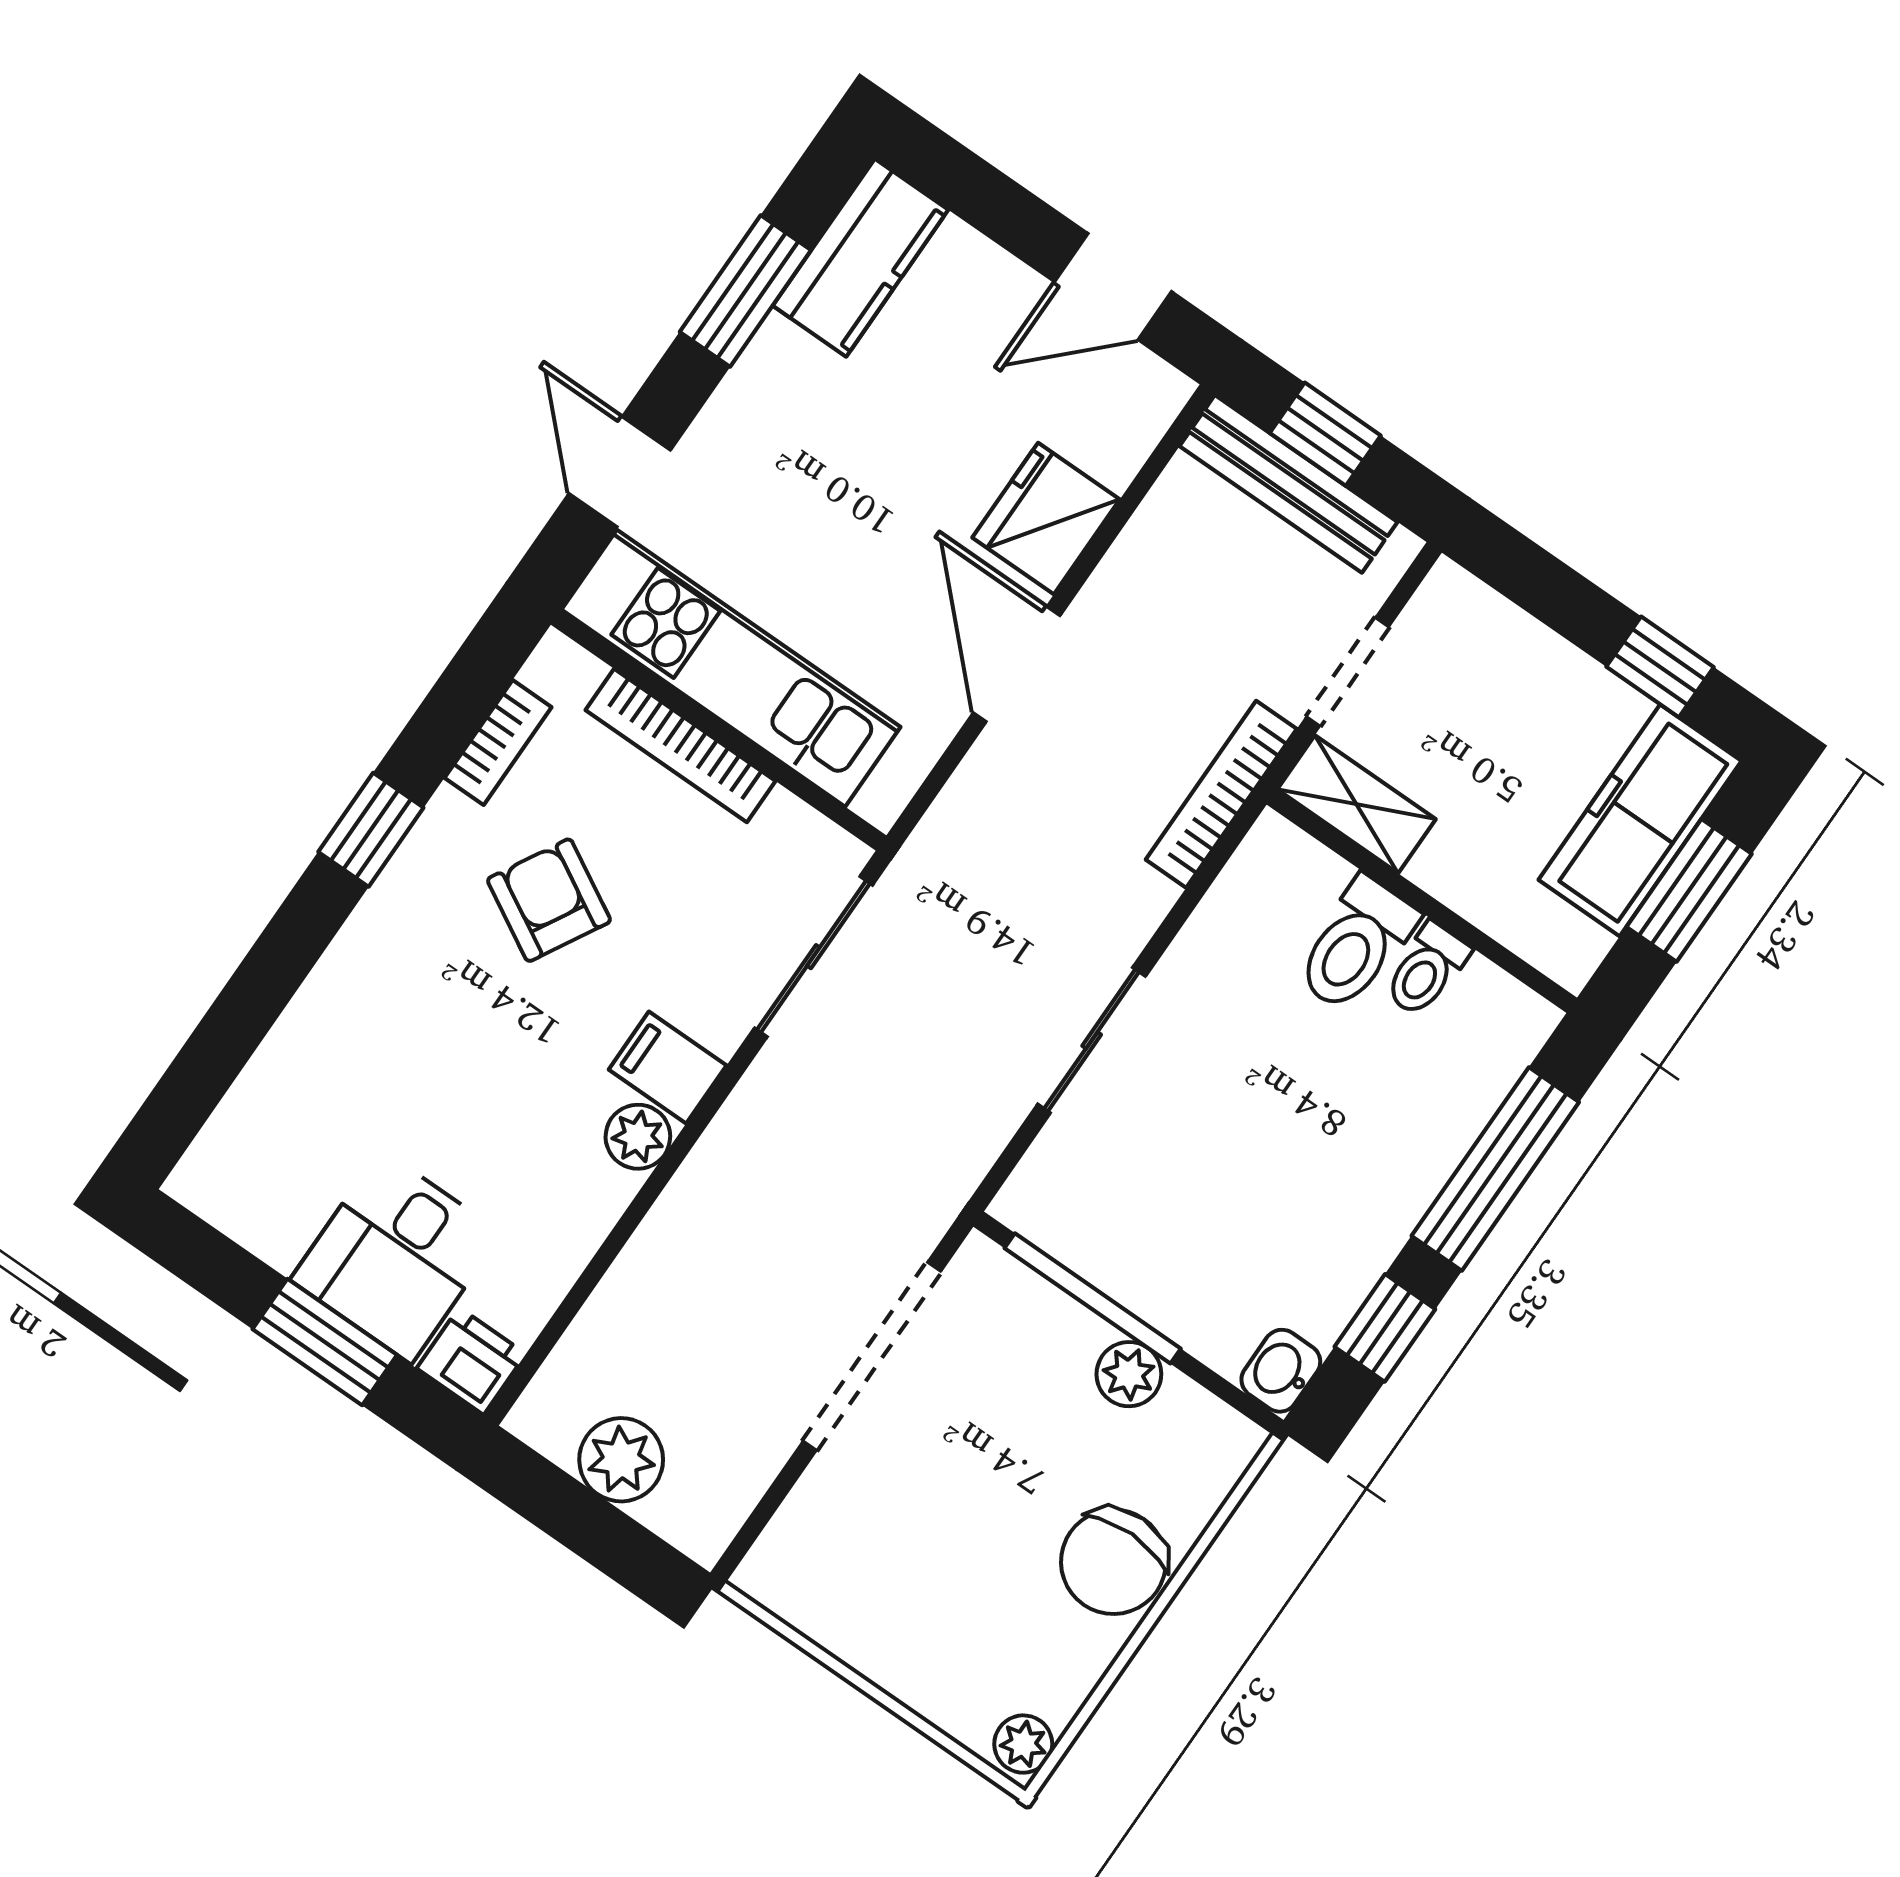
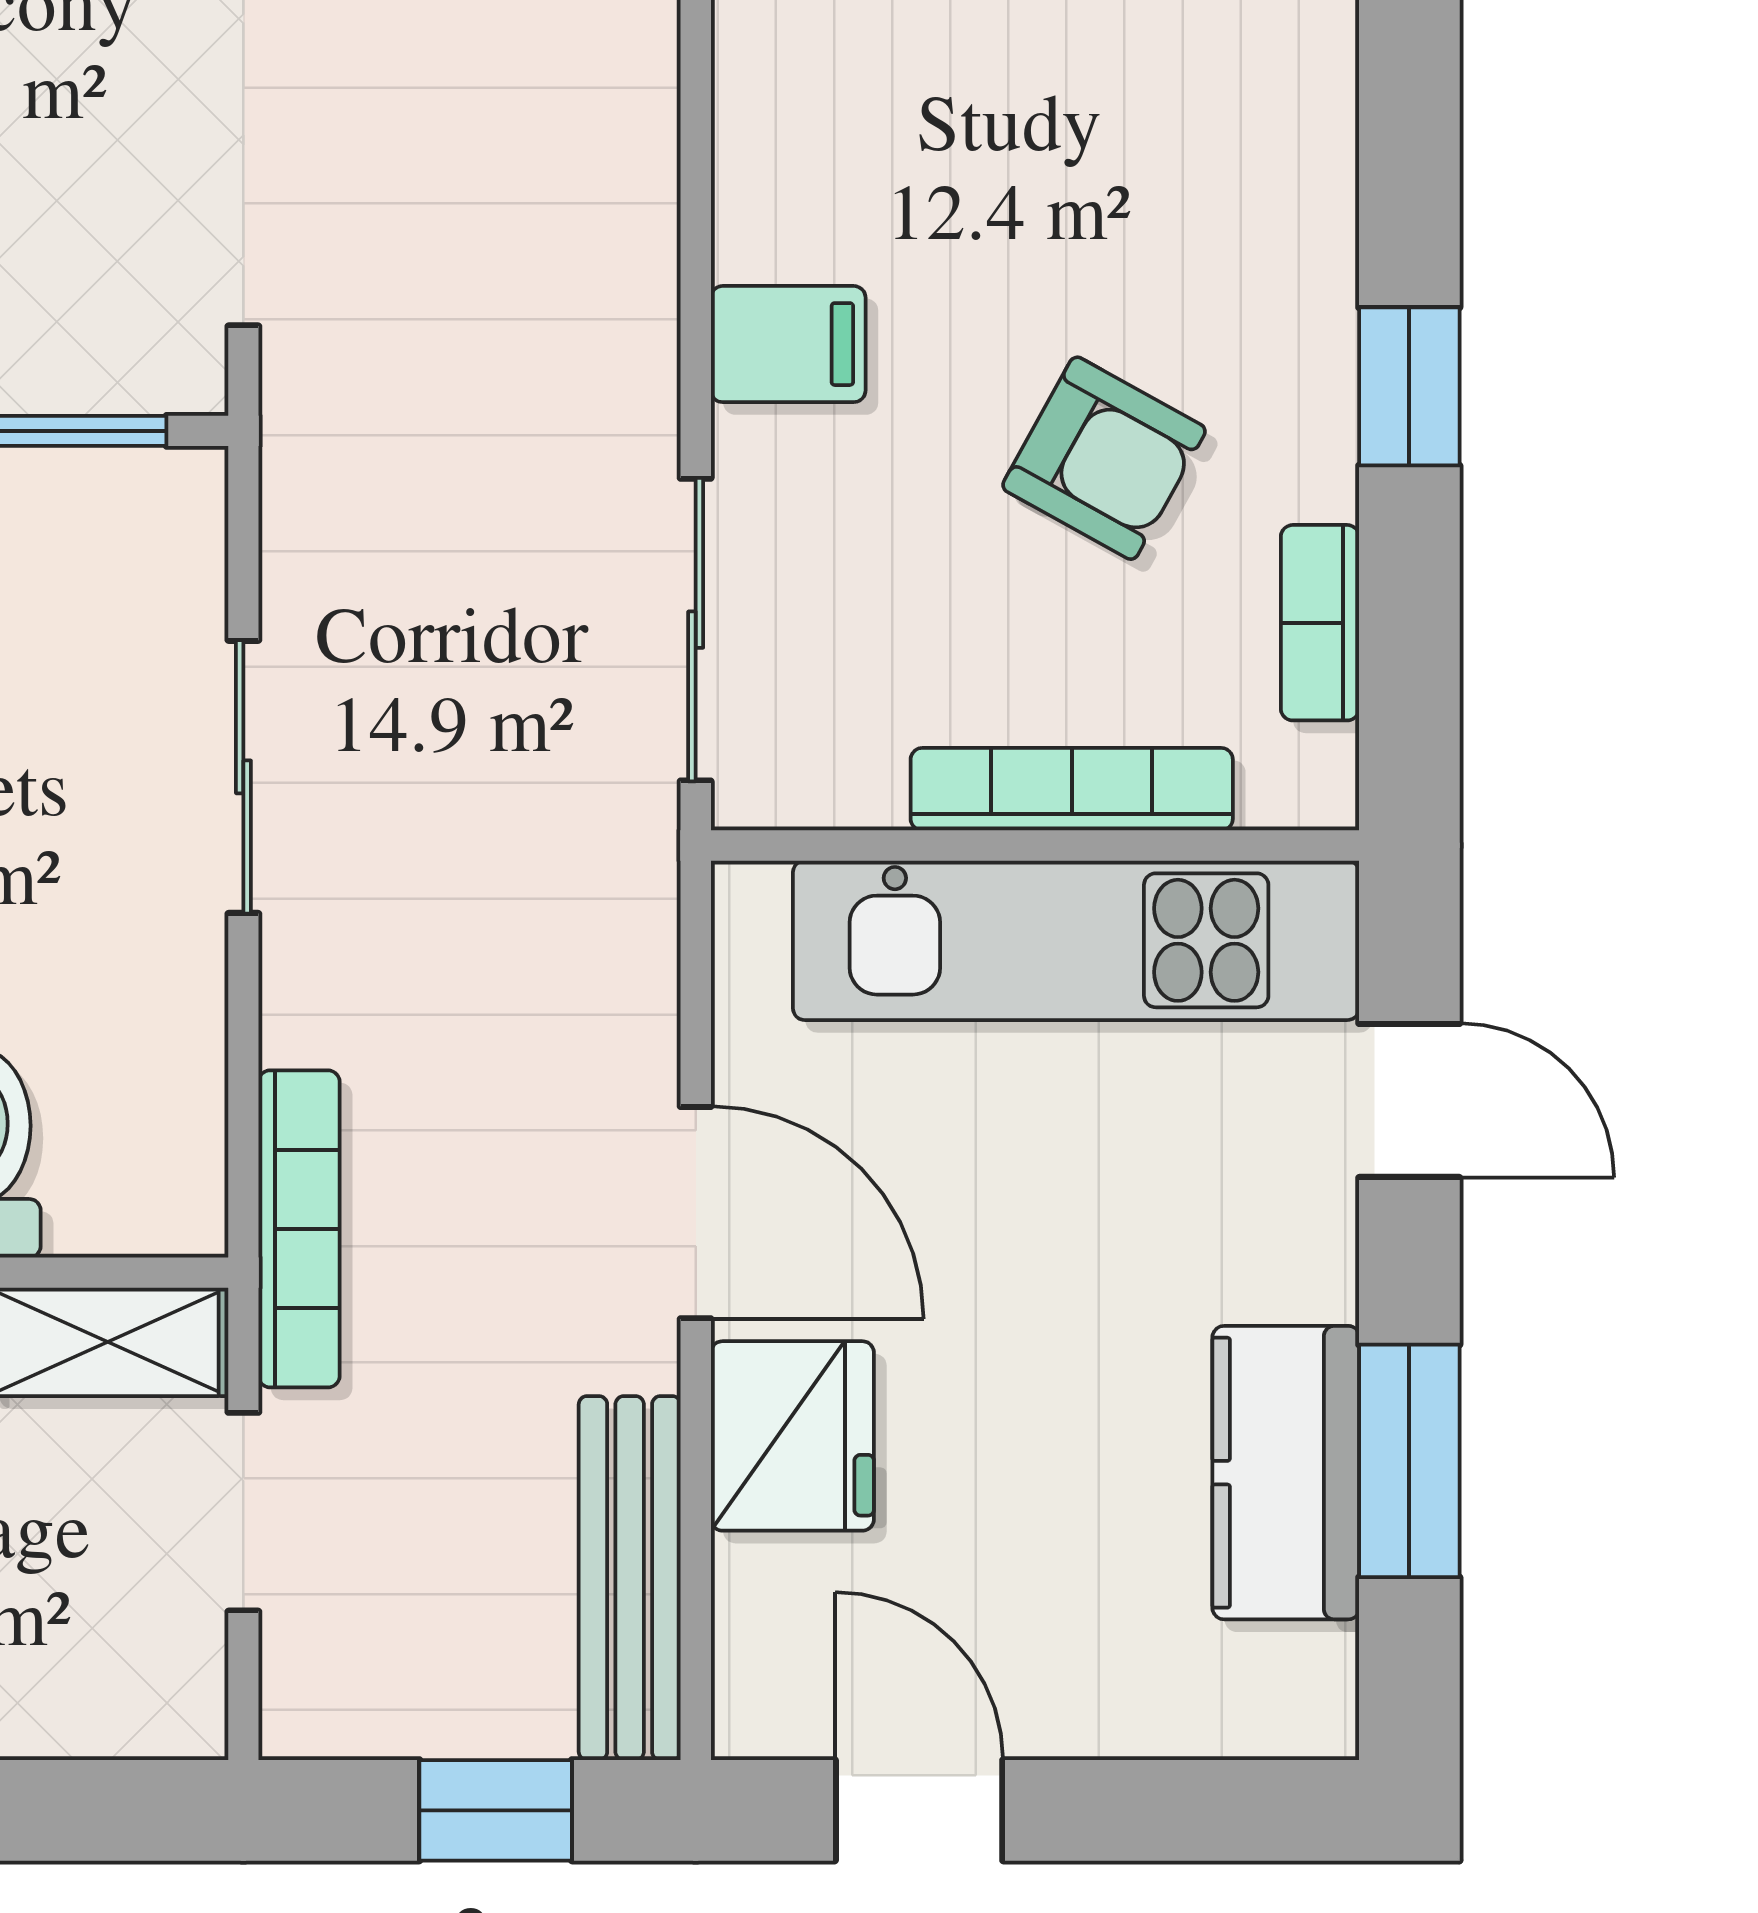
kitchen counter: (860, 258) -> (1286, 1473), moved
door: (1113, 287) -> (919, 1810), hinge flipped
bench: (1288, 484) -> (630, 1578), moved, turned 90
plant: (638, 1137) -> (763, 223), removed

